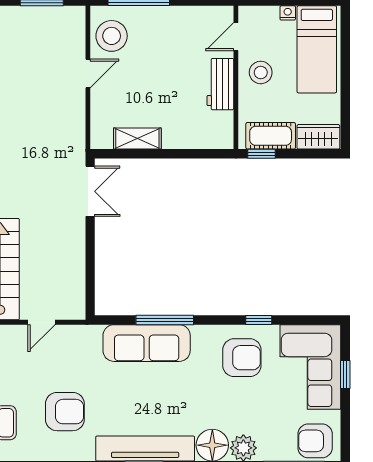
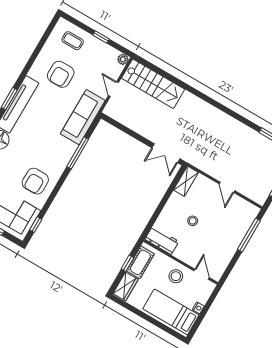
stool: (112, 36) -> (193, 221), moved, width x0.53, depth x0.53
workbench: (220, 84) -> (162, 240), moved
shelving: (137, 138) -> (186, 181), moved
window: (261, 154) -> (127, 263), moved
window: (259, 320) -> (36, 225), moved
sofa: (147, 343) -> (83, 117), moved

